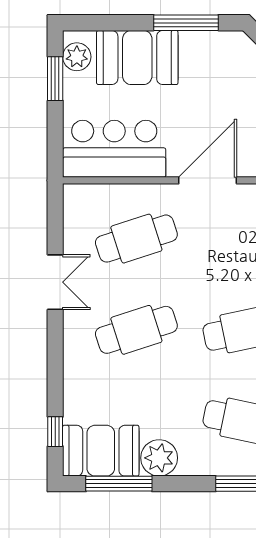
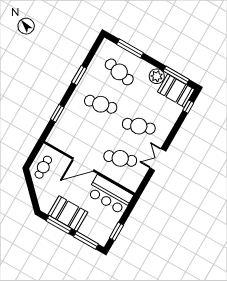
window: (109, 23) -> (86, 240), added
plant: (77, 57) -> (104, 235), removed
booth: (137, 58) -> (68, 214), moved

